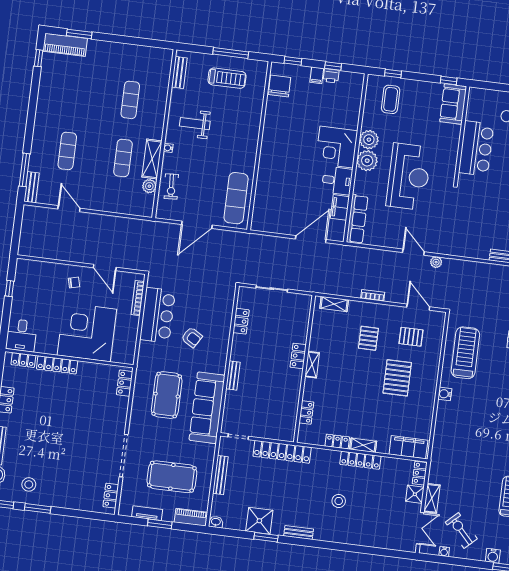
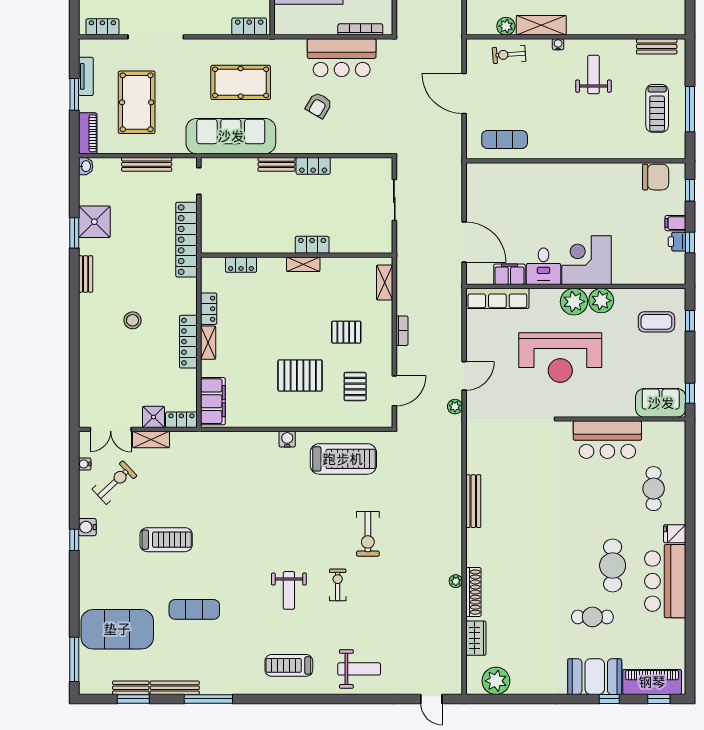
exercise mat: (236, 198) -> (505, 139), width x0.73, depth x0.69
locker: (241, 321) -> (313, 166), moved

